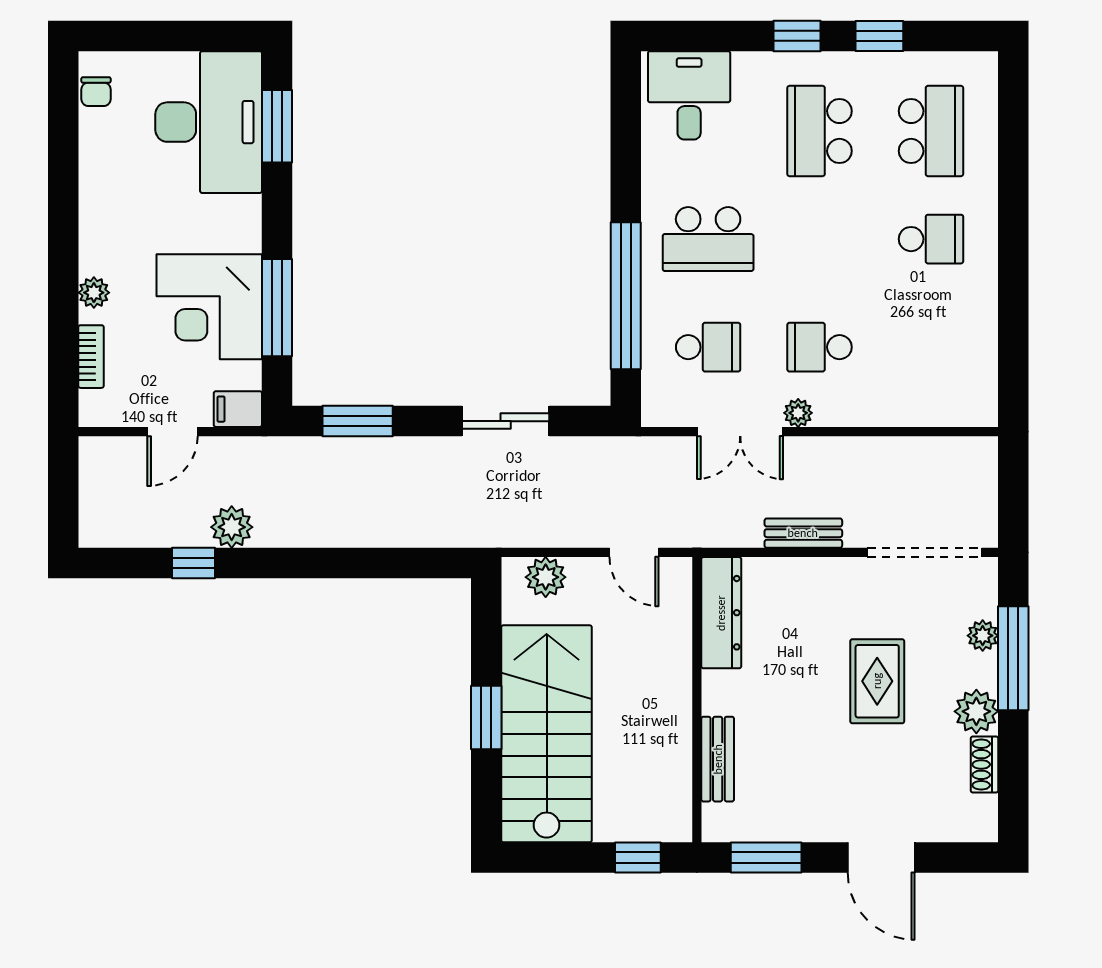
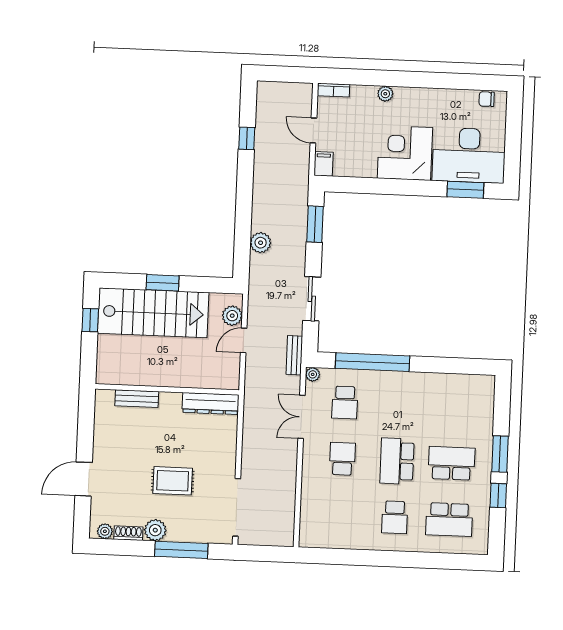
window: (797, 36) -> (500, 454), width x1.50
desk: (689, 95) -> (472, 398), removed
school desk: (708, 239) -> (397, 461), moved
corner desk: (209, 307) -> (405, 153), moved
window: (277, 308) -> (374, 186), removed
bookcase: (91, 357) -> (333, 90), moved
plant: (798, 413) -> (313, 374), moved
plant: (232, 527) -> (261, 243), moved
bench: (803, 533) -> (294, 355), moved
door: (634, 552) -> (244, 340), moved
plant: (983, 636) -> (105, 531), moved
window: (638, 857) -> (90, 320), moved
window: (766, 857) -> (86, 421), removed

